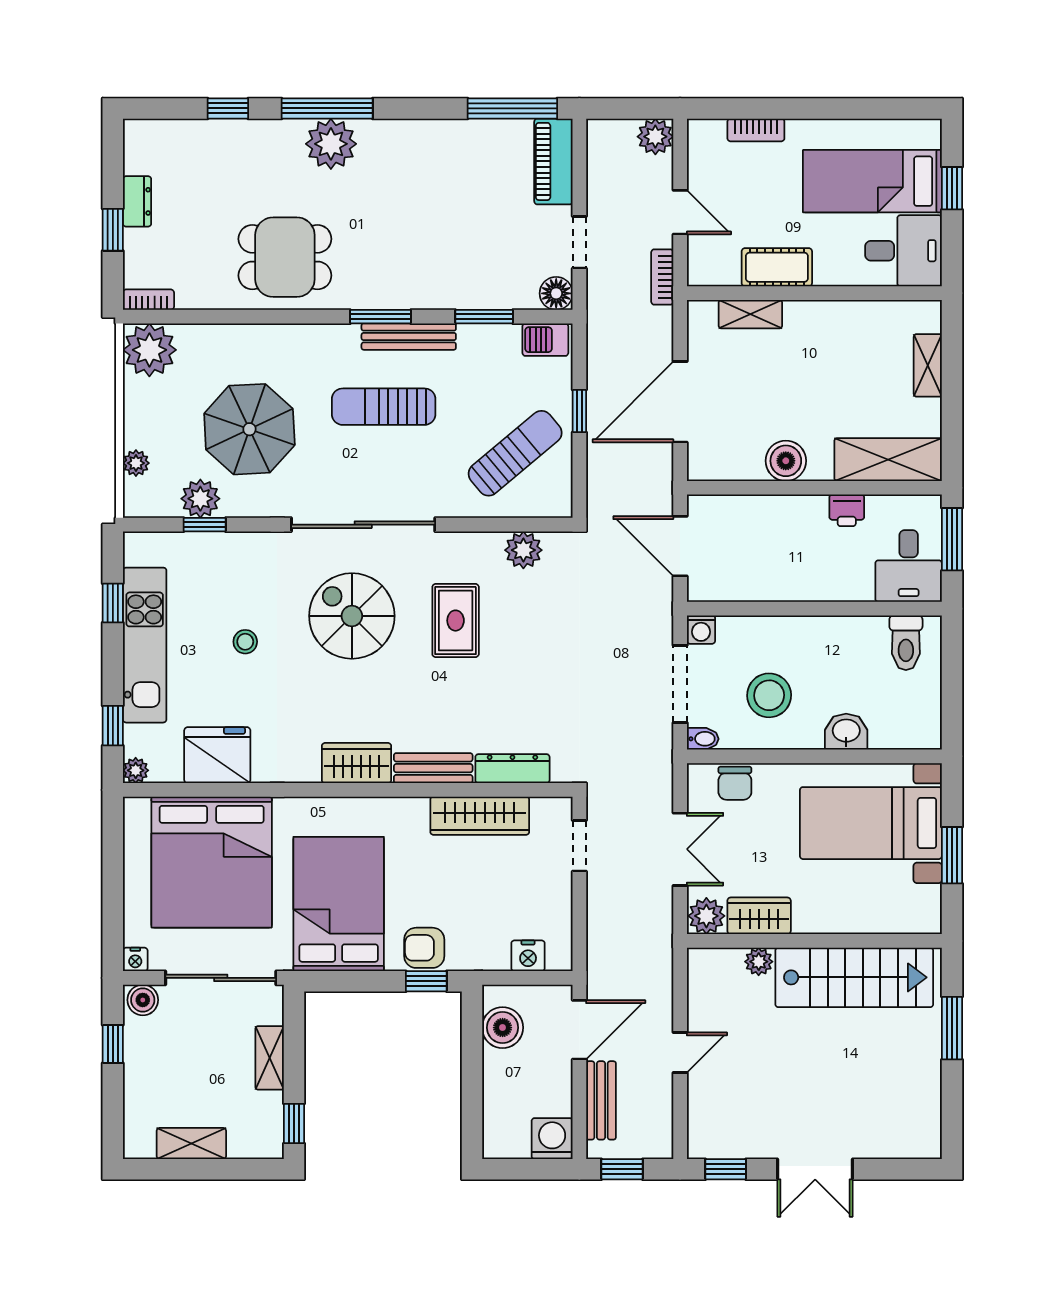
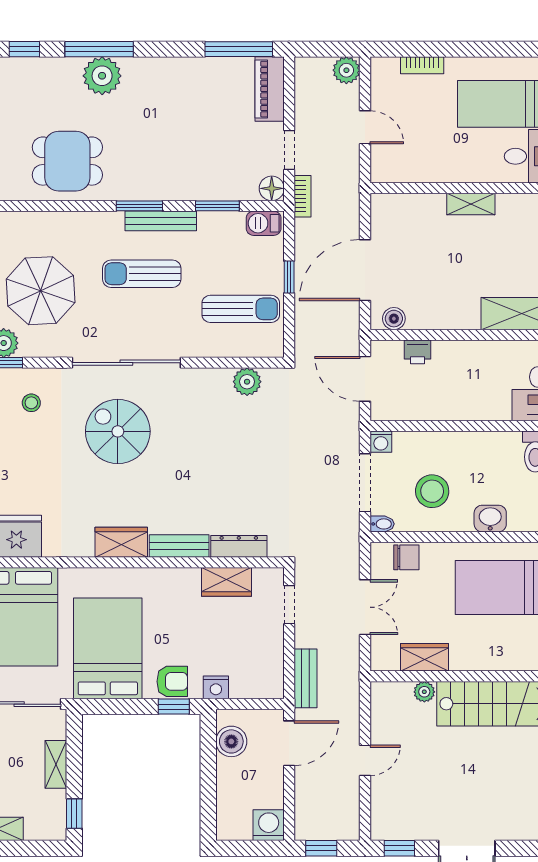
cot: (777, 267) -> (438, 169), removed
bookcase: (662, 277) -> (303, 196), moved, turned 180
shelving: (750, 314) -> (471, 204), moved
sun lounger: (515, 453) -> (241, 309), turned 40
boiler: (786, 461) -> (394, 319), moved, width x0.73, depth x0.73
printer: (847, 510) -> (417, 352), moved
rug: (456, 621) -> (196, 435), removed
stool: (245, 642) -> (31, 403), moved
chair: (735, 783) -> (406, 557), turned -90
wardrobe: (480, 816) -> (227, 582), width x0.67
plant: (706, 916) -> (385, 657), removed
armchair: (424, 948) -> (172, 681), turned 180
nightstand: (528, 956) -> (216, 687), moved
bench: (601, 1100) -> (306, 678), moved

